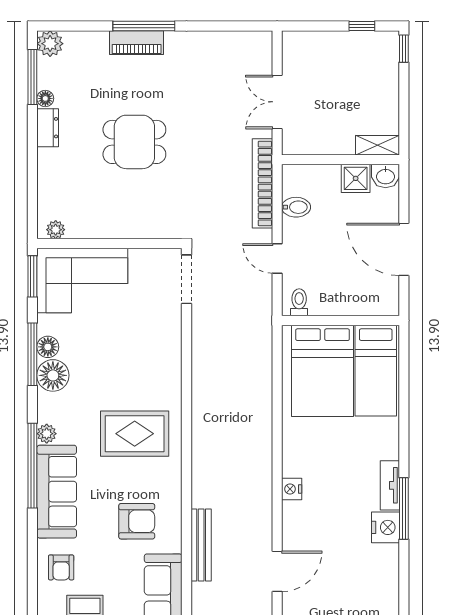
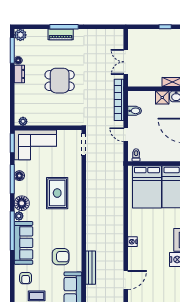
floor lamp: (53, 375) -> (22, 203), moved
rug: (135, 434) -> (57, 193), moved, turned 90

